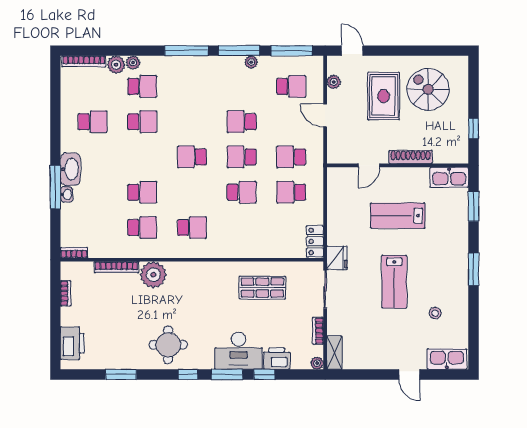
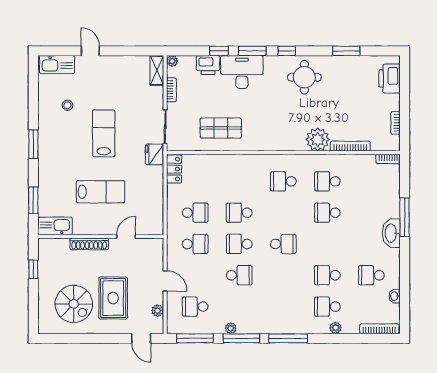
plant: (116, 65) -> (351, 326), removed
school desk: (242, 157) -> (239, 244), turned 180
washbasin: (67, 194) -> (395, 296), moved

